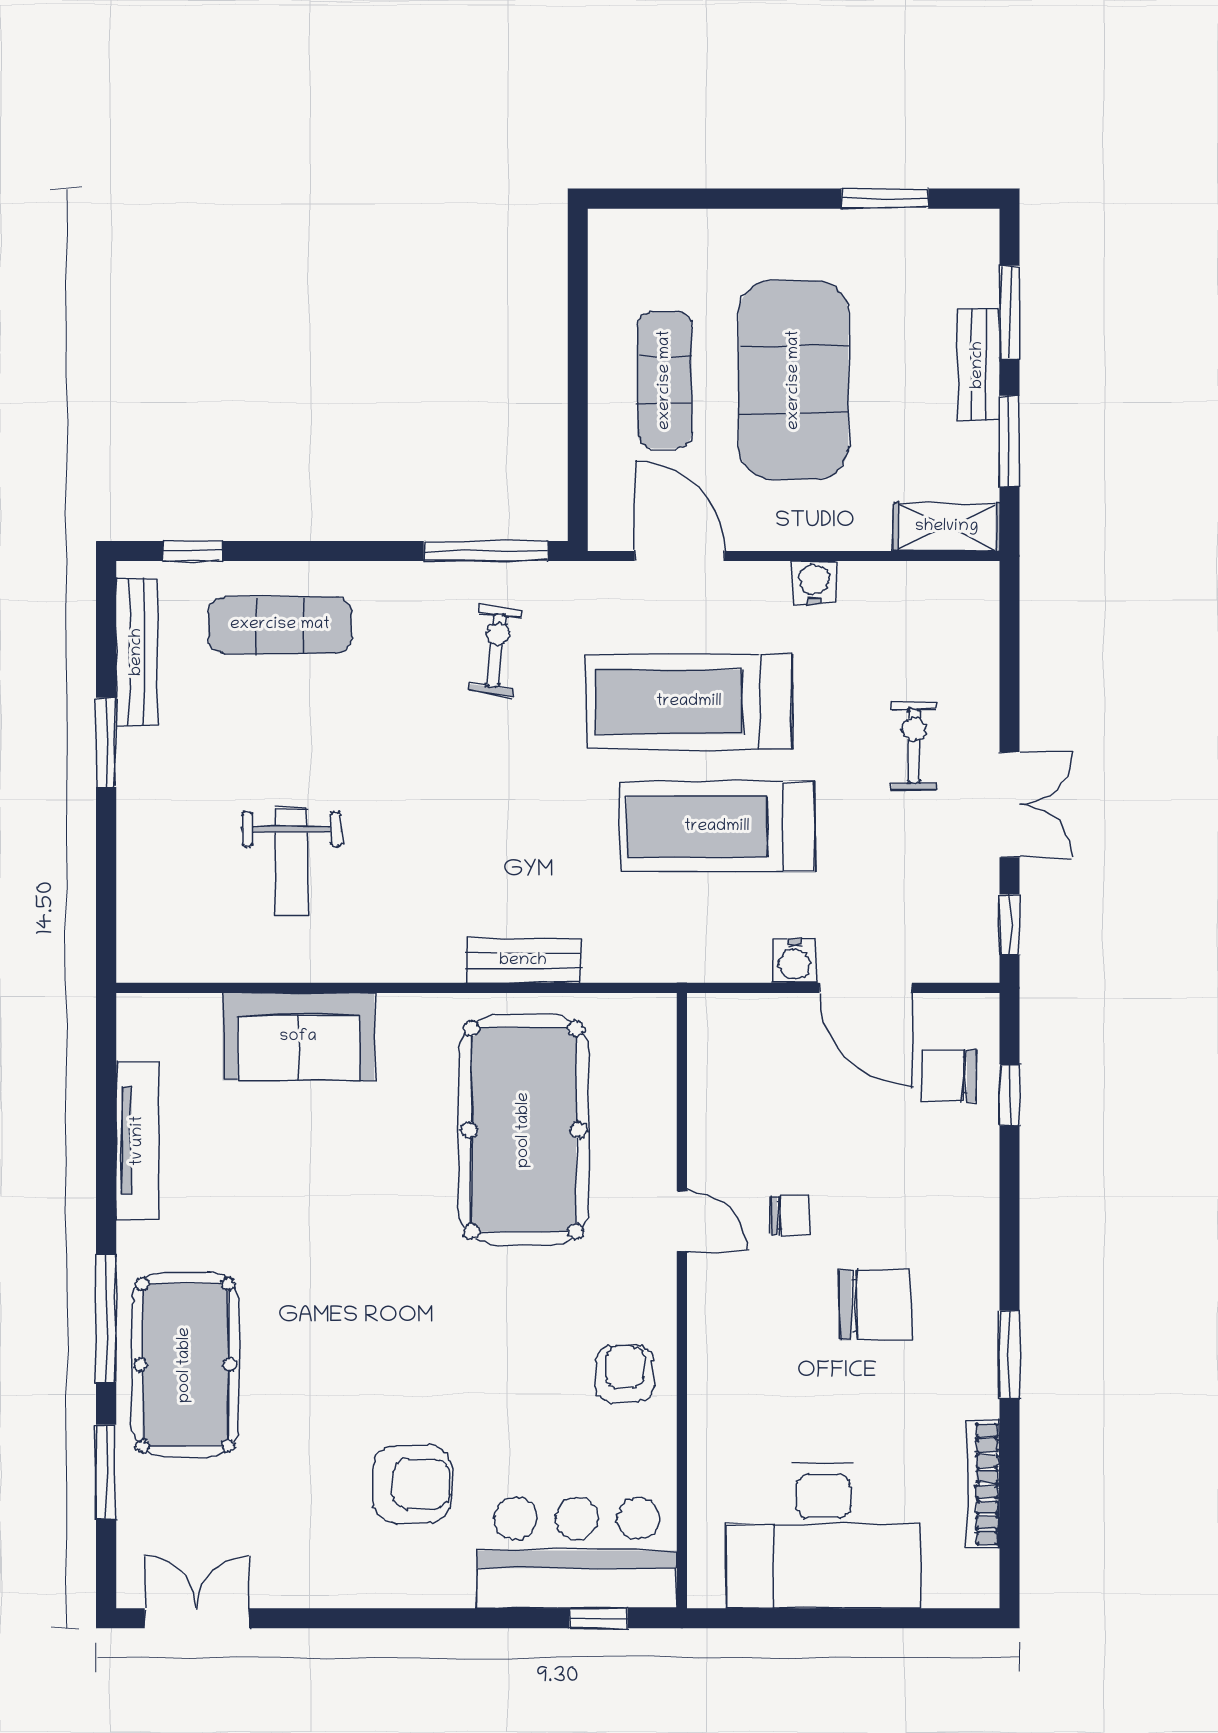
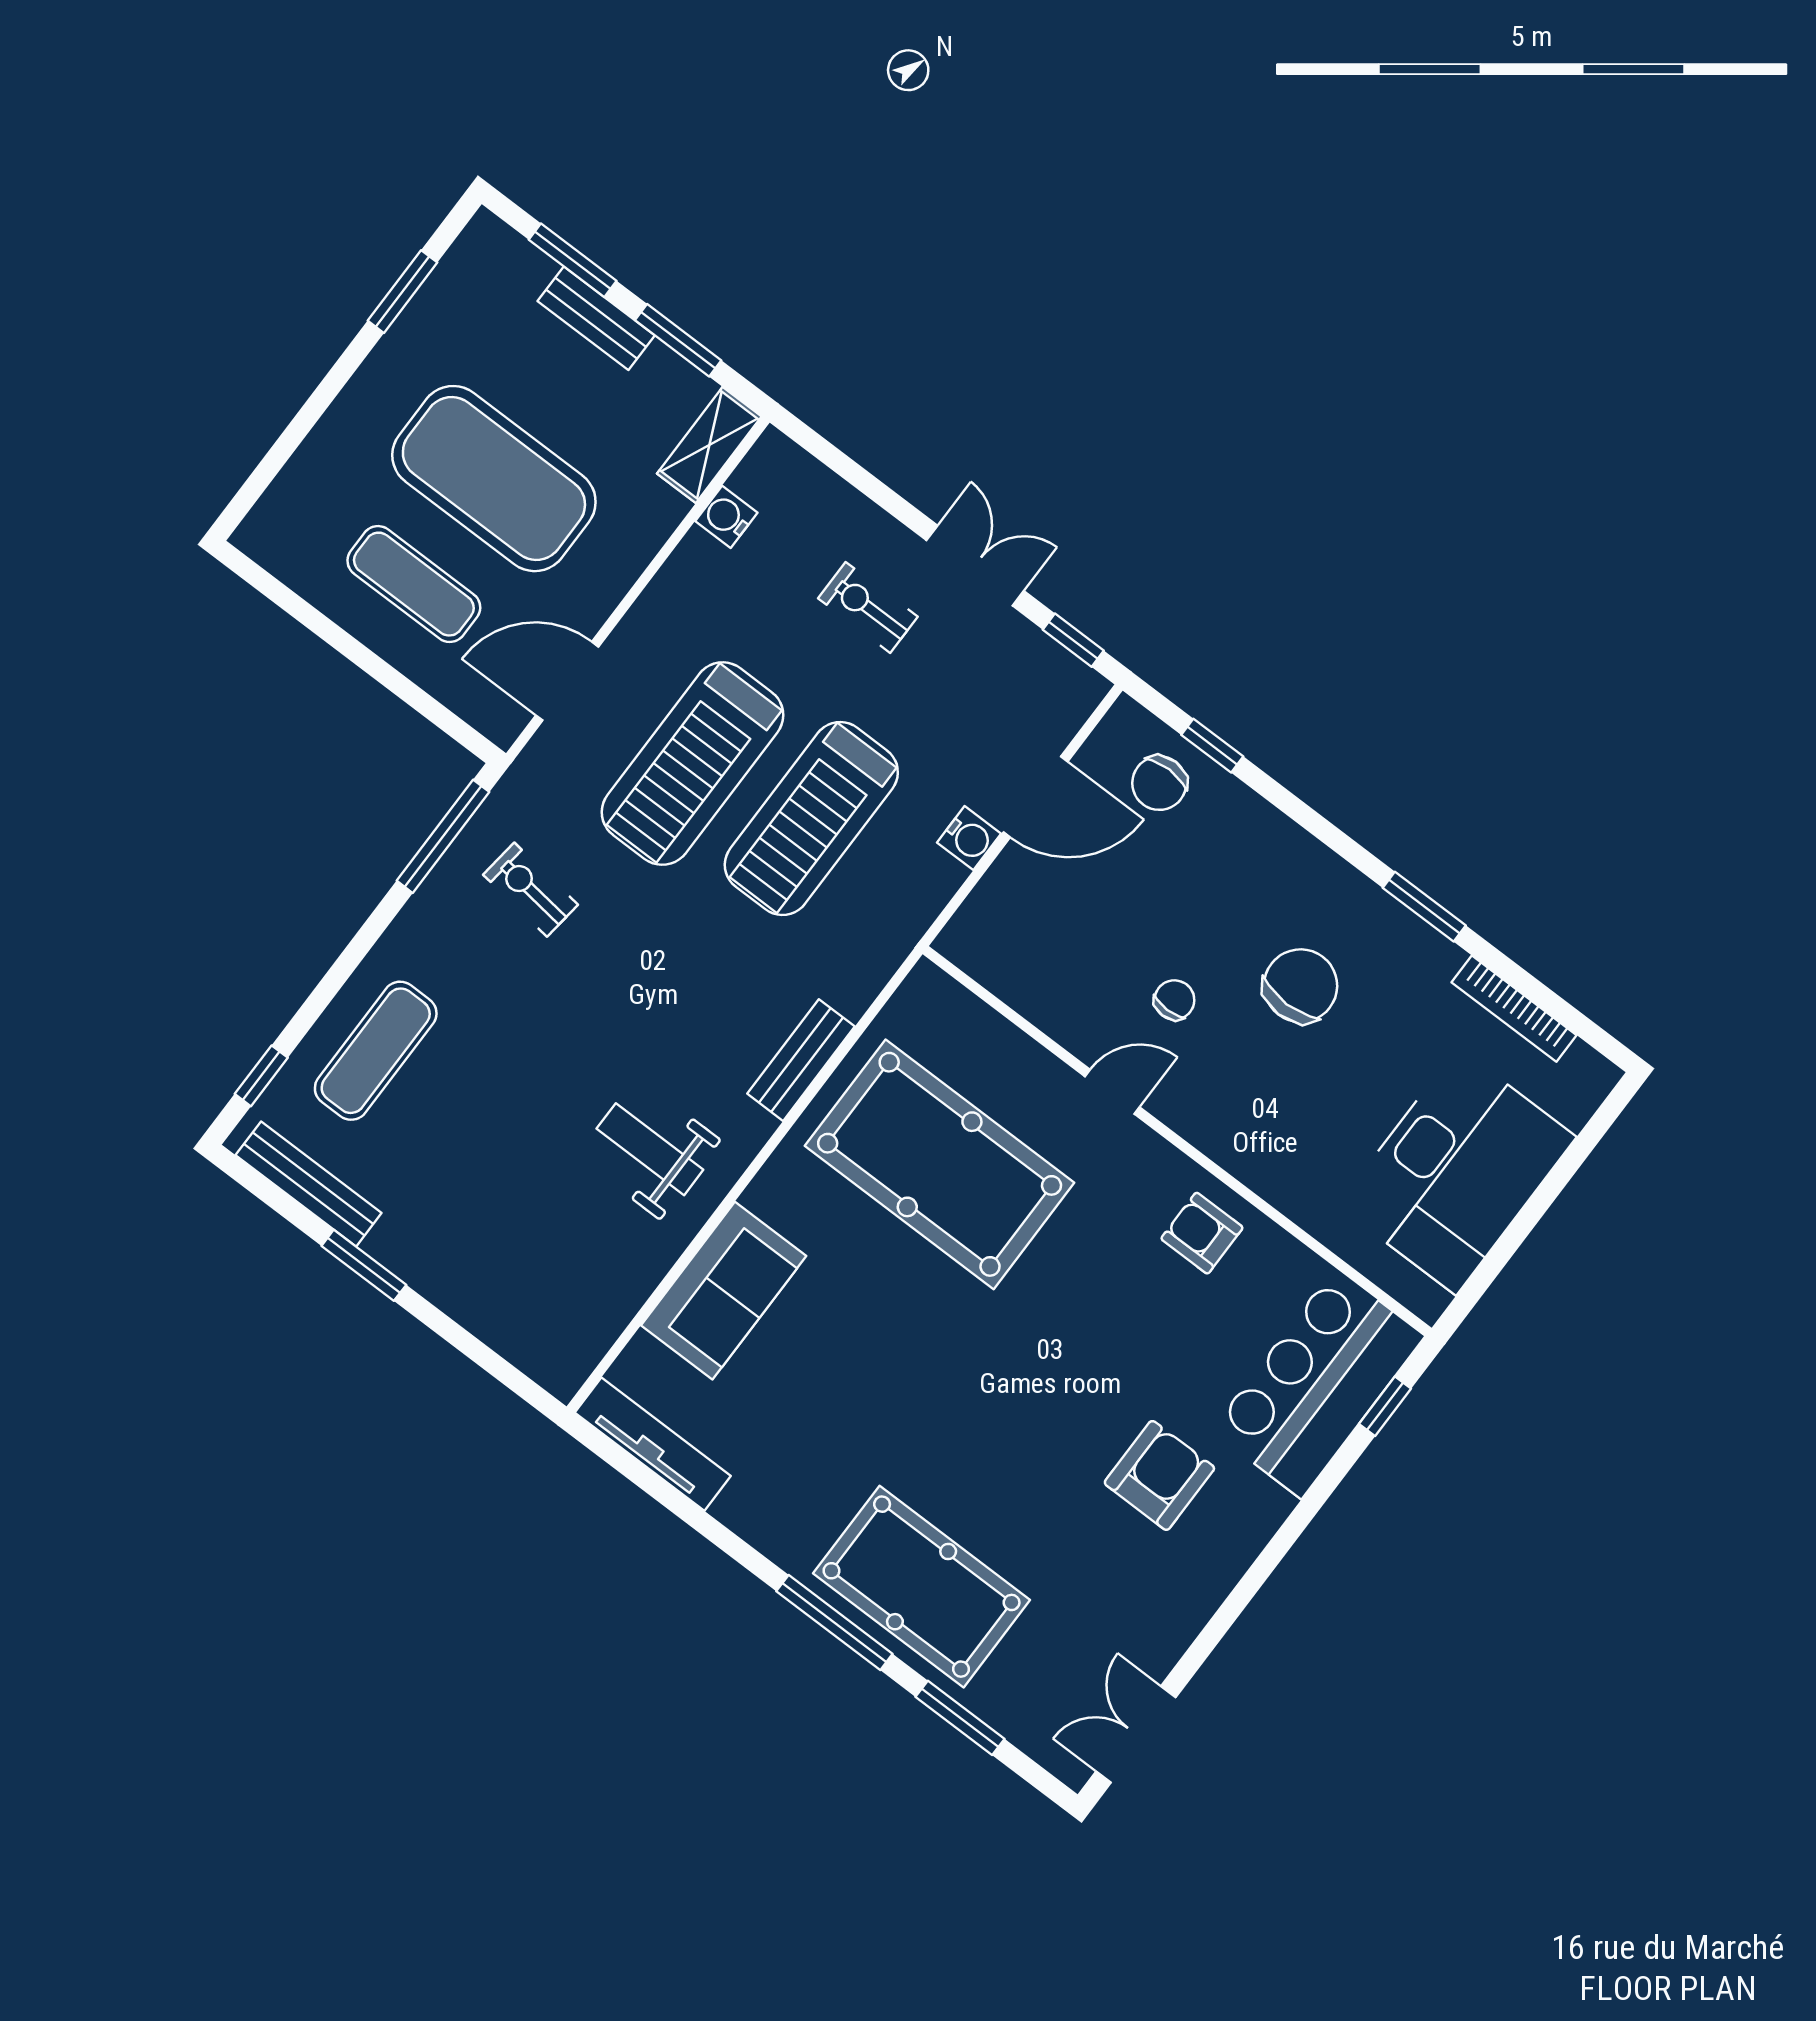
water cooler: (814, 583) -> (726, 517), moved
weight bench: (292, 861) -> (650, 1149), moved, turned 180
tv unit: (138, 1141) -> (653, 1444), moved

